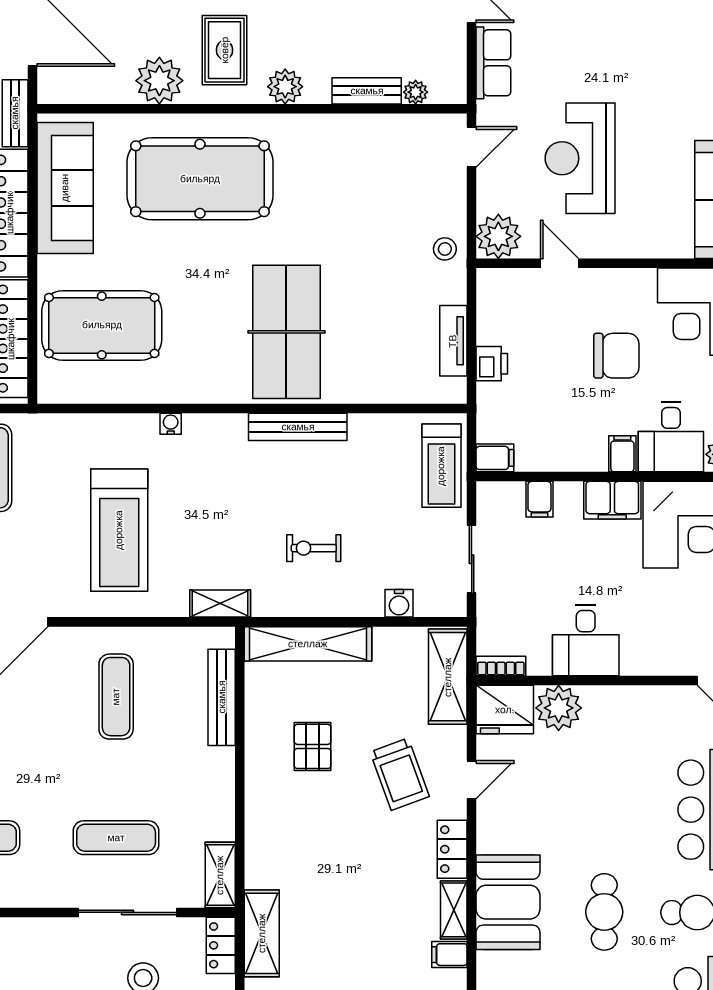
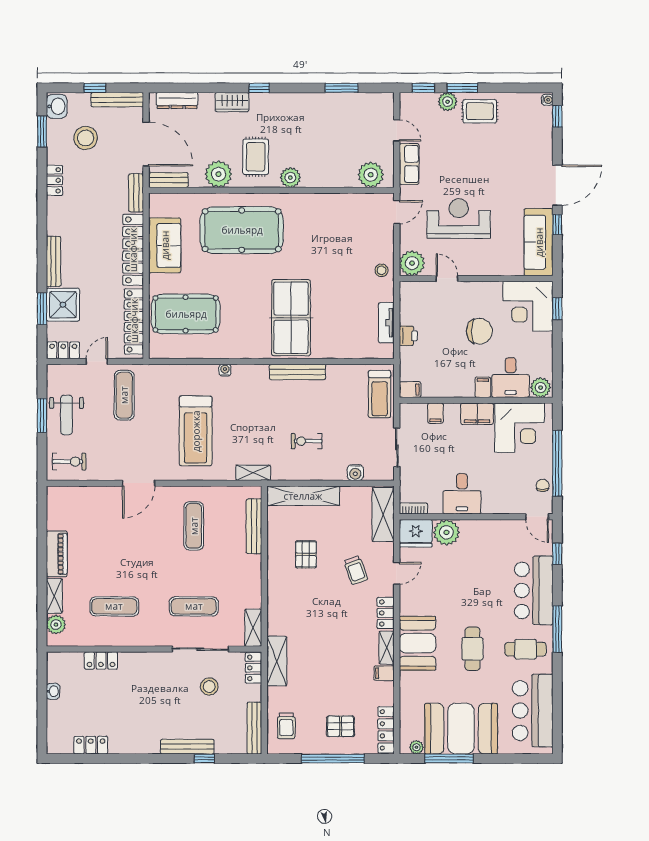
bench: (367, 91) -> (168, 180), moved
plant: (416, 92) -> (371, 175), width x1.88, depth x1.88
reception desk: (580, 158) -> (459, 219), turned 90
sofa: (65, 188) -> (165, 245), width x0.73
trolley: (400, 774) -> (356, 570), width x0.73, depth x0.72

